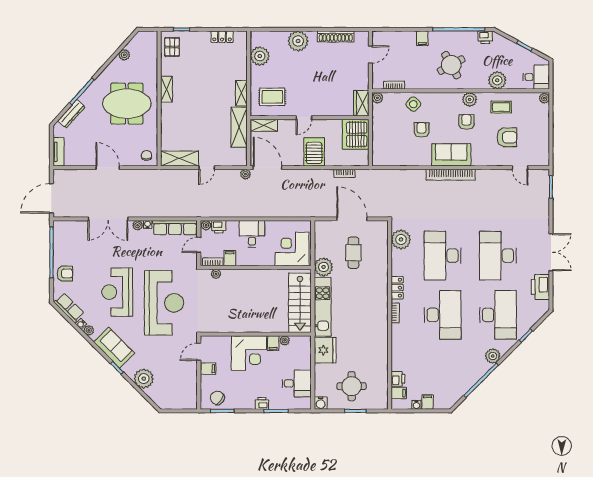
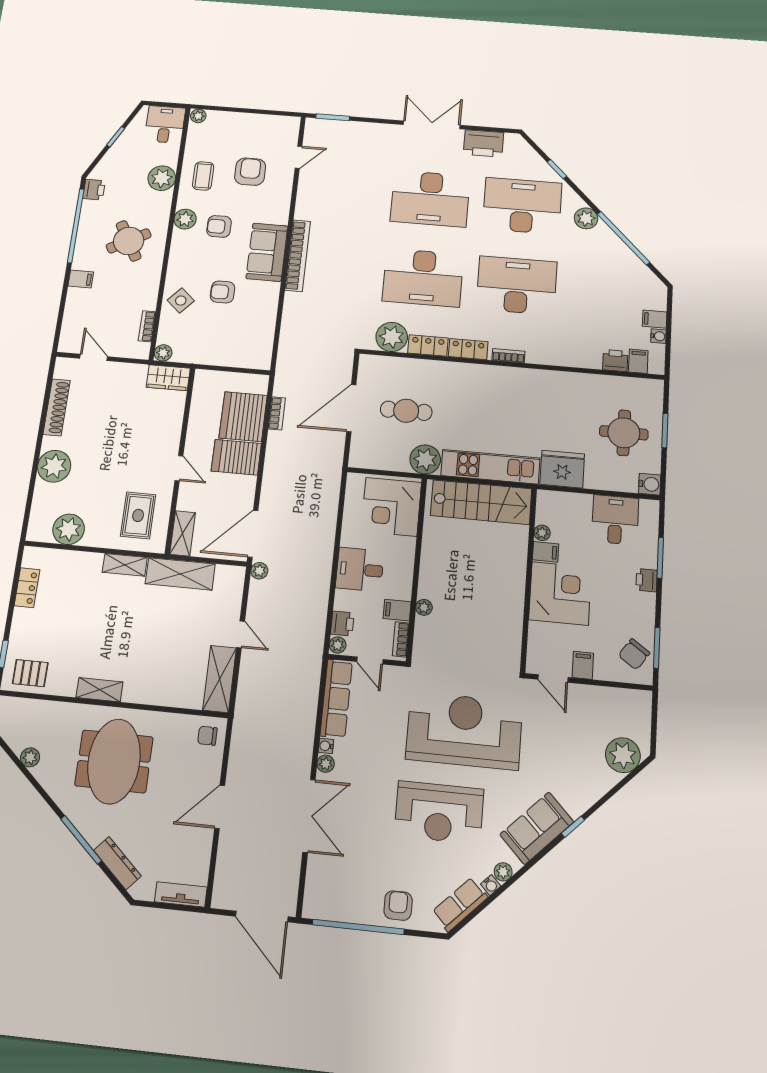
server rack: (356, 134) -> (243, 417), moved, turned 90
locker: (397, 263) -> (428, 345), added
plant: (216, 274) -> (424, 607), moved
plant: (144, 379) -> (623, 755), moved

